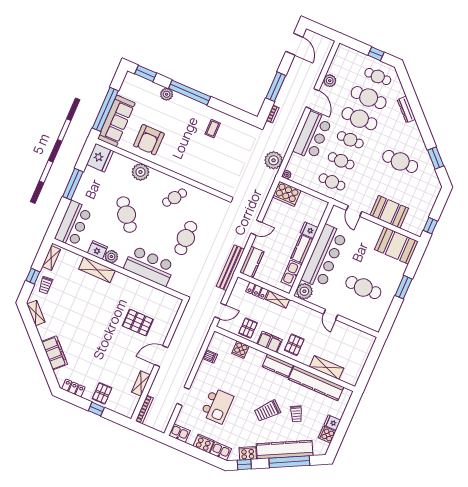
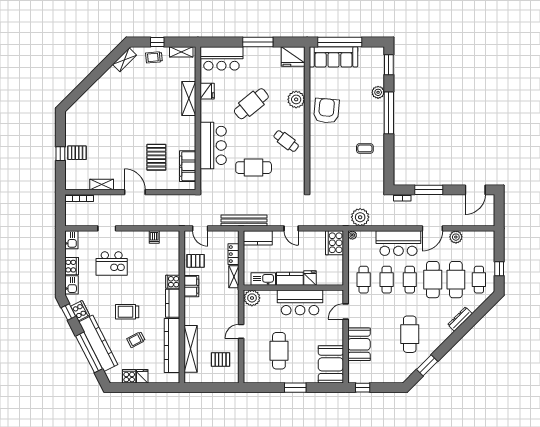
armchair: (149, 140) -> (326, 111), moved, turned 95
plant: (111, 257) -> (207, 107), removed
bar counter: (324, 257) -> (300, 302), width x0.73
pallet: (294, 345) -> (221, 360), moved
cooker: (240, 350) -> (173, 282), moved
filing cabinet: (55, 353) -> (188, 166), moved, turned 135
shelving: (327, 368) -> (191, 349), width x1.47
locker: (73, 388) -> (70, 124), removed
trolley: (267, 411) -> (127, 312), turned -41

